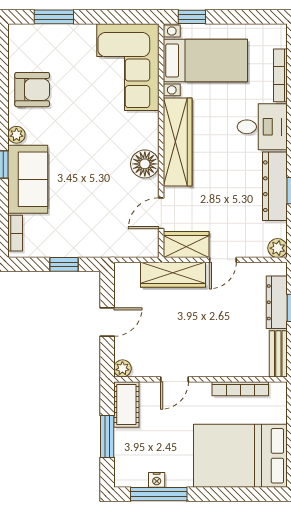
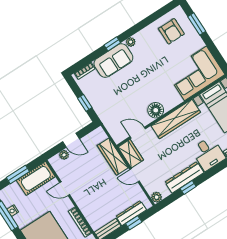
armchair: (32, 90) -> (171, 31), moved
plant: (122, 368) -> (64, 155), moved
cot: (126, 405) -> (36, 178), width x1.37, depth x1.34

